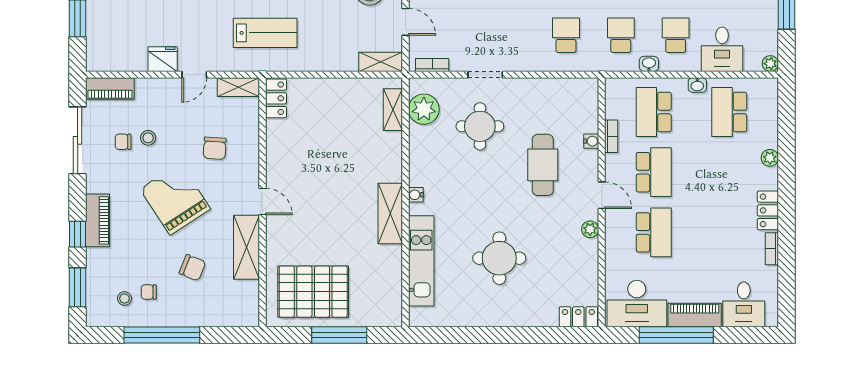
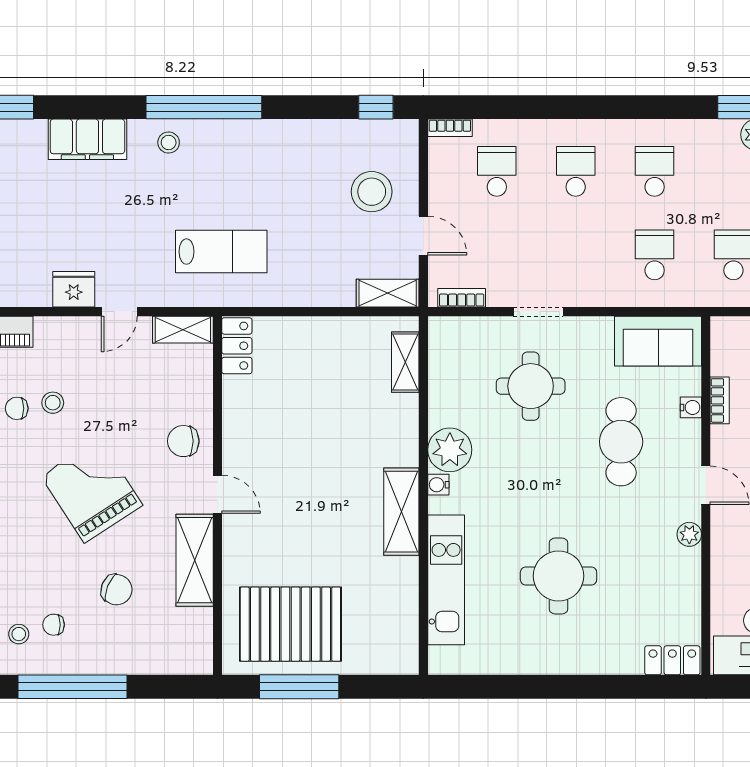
sofa: (568, 95) -> (658, 341), added
plant: (424, 109) -> (450, 450), moved
chair: (215, 148) -> (183, 441), moved, turned 86
window: (339, 335) -> (299, 687), moved

